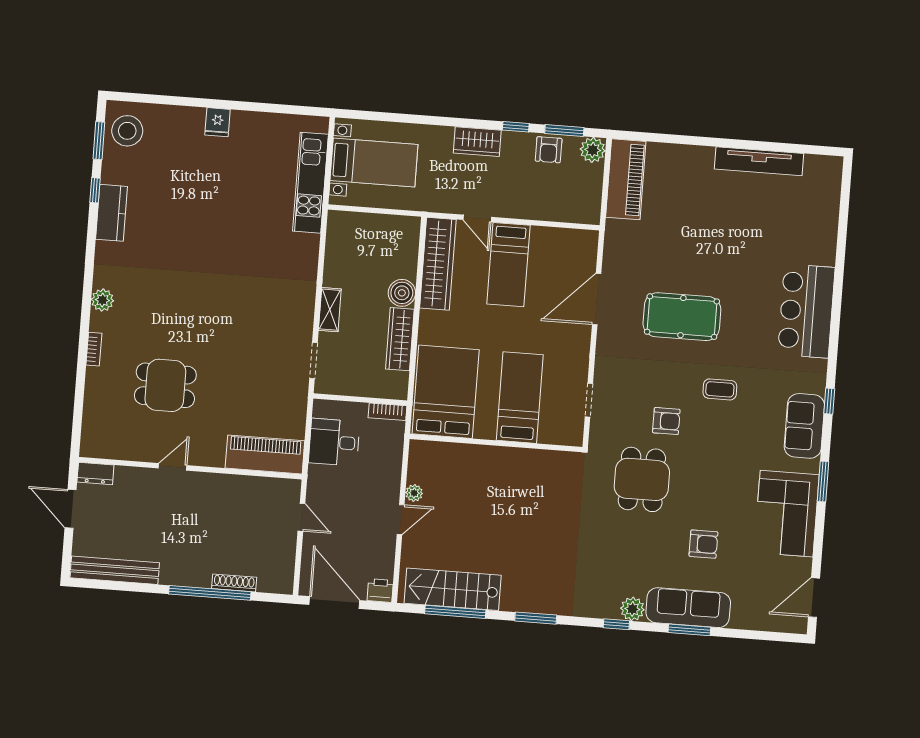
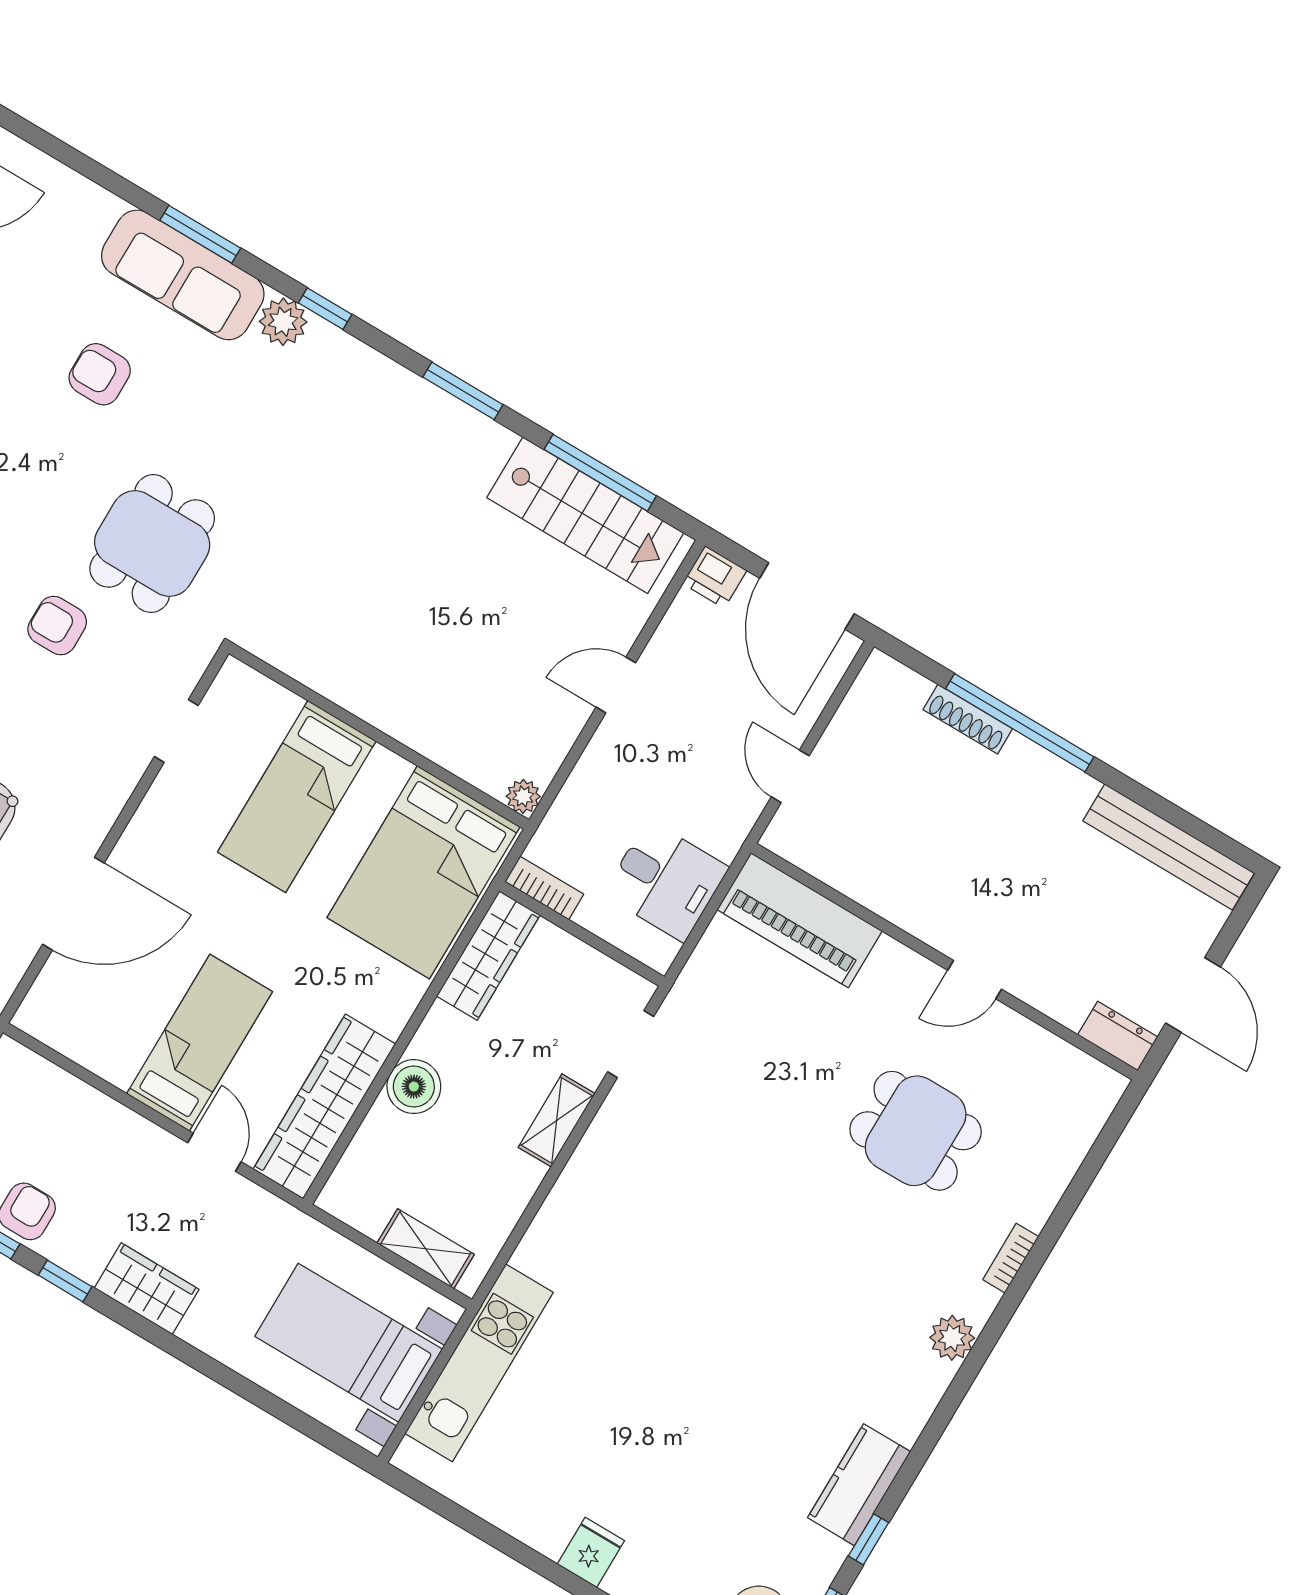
shelving: (360, 222) -> (426, 1249), added
wardrobe: (400, 339) -> (488, 956), moved
plant: (414, 493) -> (523, 796), moved

